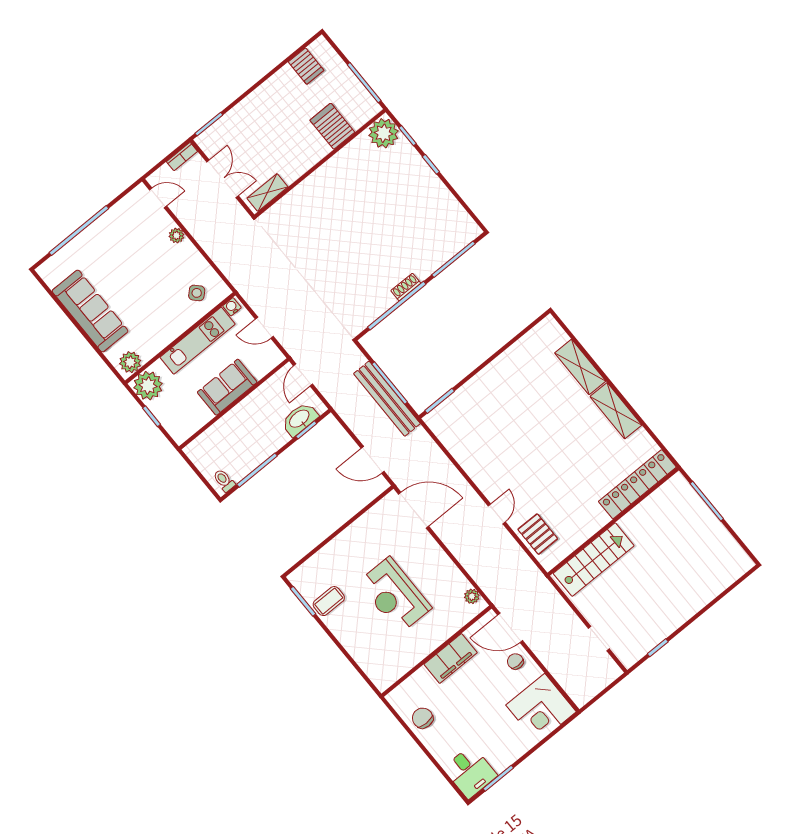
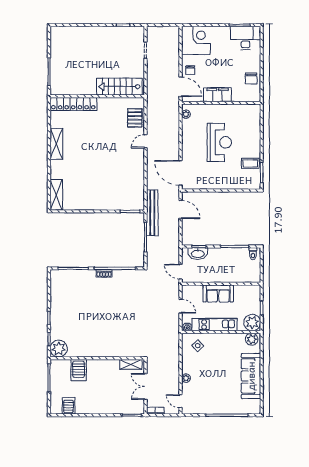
shelving: (580, 367) -> (56, 195), moved
door: (303, 375) -> (181, 272), swing flipped
bench: (387, 399) -> (152, 213), moved
desk: (470, 772) -> (246, 38), width x1.37

